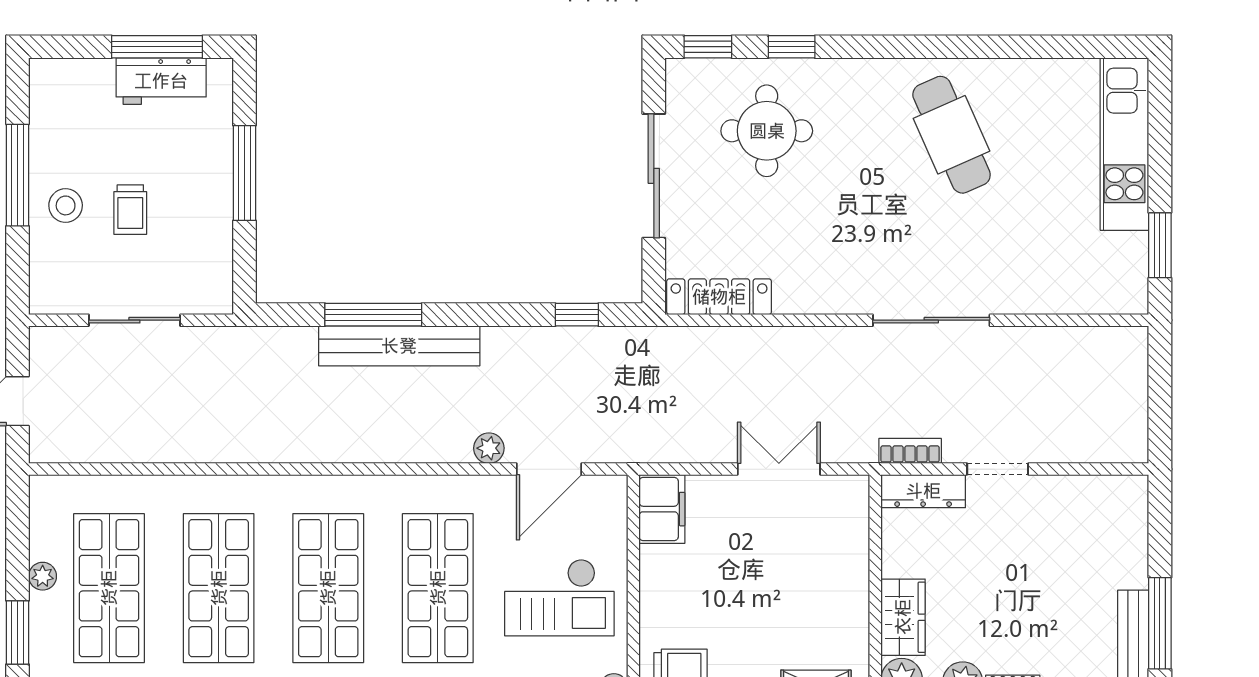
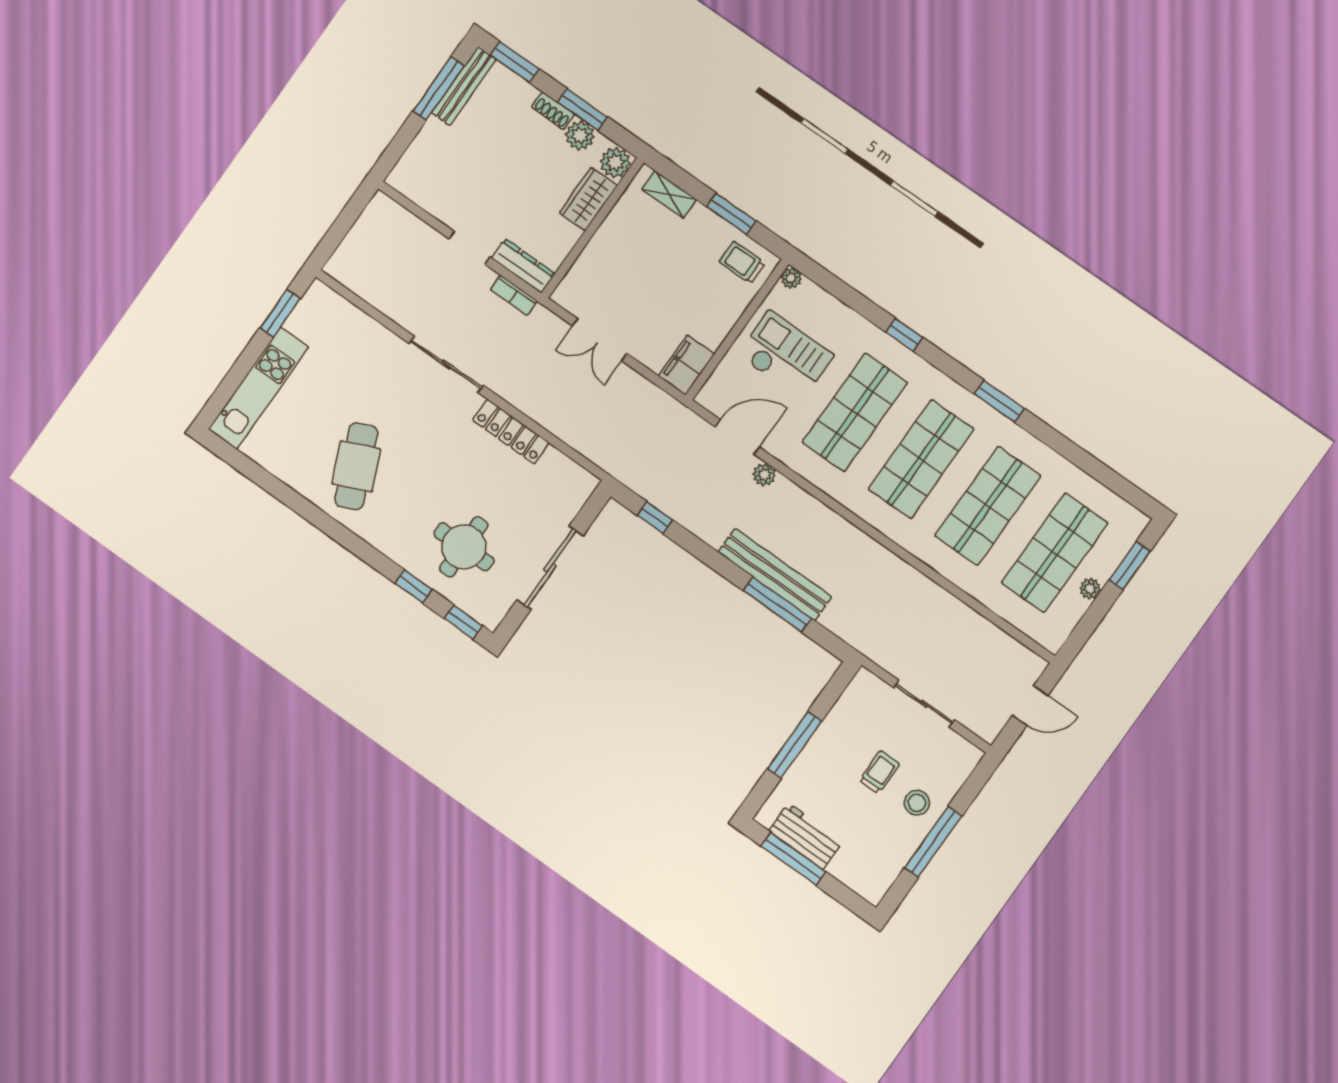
locker: (719, 297) -> (511, 431), moved

